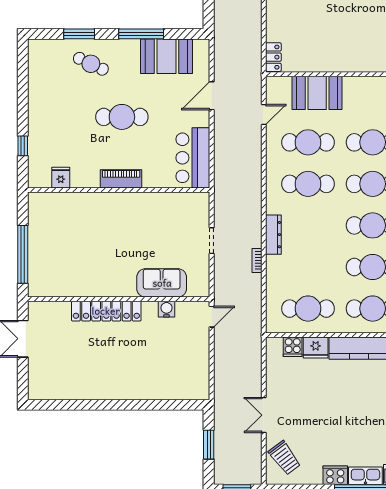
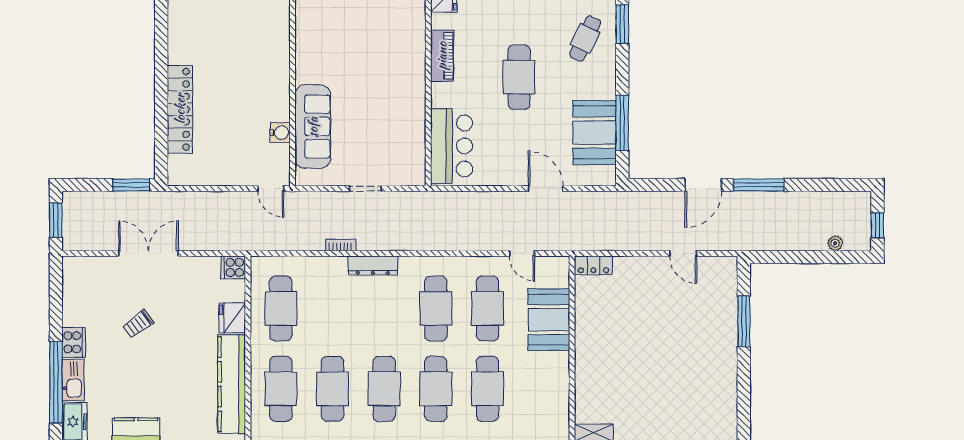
window: (141, 34) -> (622, 123), moved
bar counter: (193, 158) -> (452, 146), moved, turned 90
piano: (121, 179) -> (442, 56), moved
sofa: (162, 283) -> (313, 127), width x1.36
locker: (106, 311) -> (180, 109), moved, turned 180
cooker: (293, 347) -> (233, 267), moved
double door: (264, 415) -> (148, 253), width x1.37
window: (209, 445) -> (131, 185), moved
trolley: (285, 458) -> (138, 324), moved, width x0.73, depth x0.72

